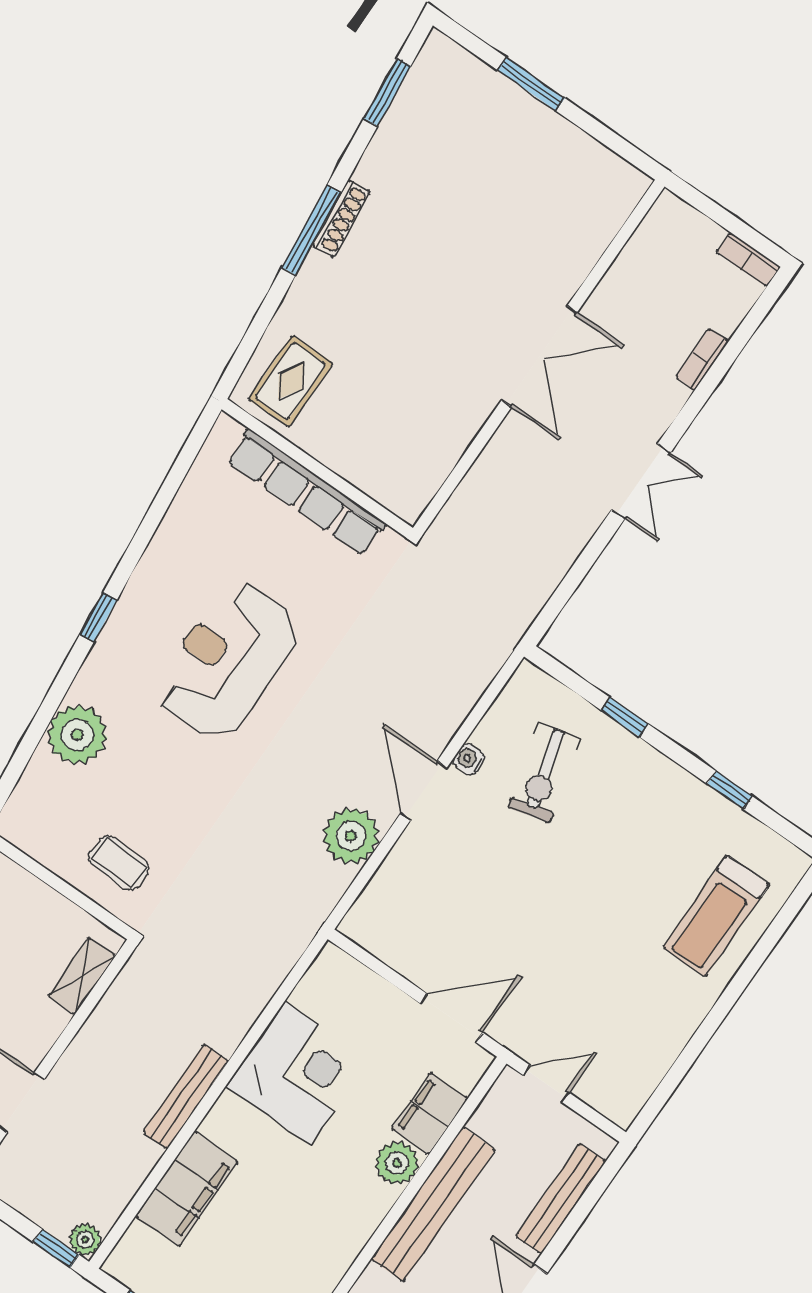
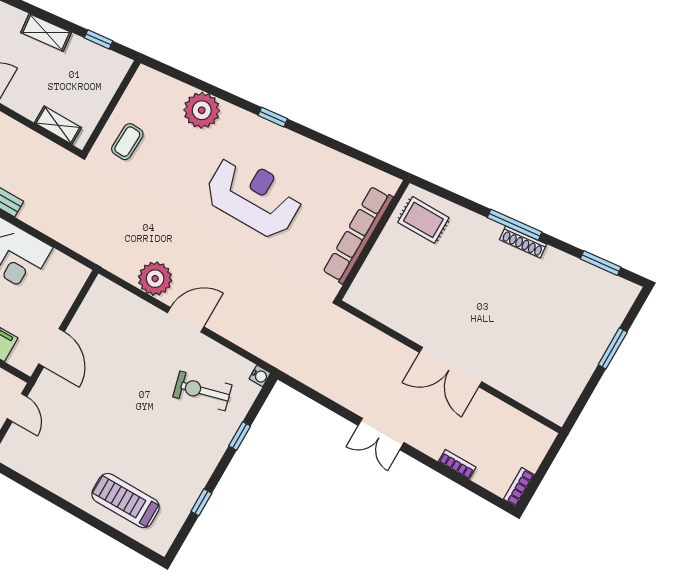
water cooler: (469, 759) -> (260, 376), moved, turned 90

